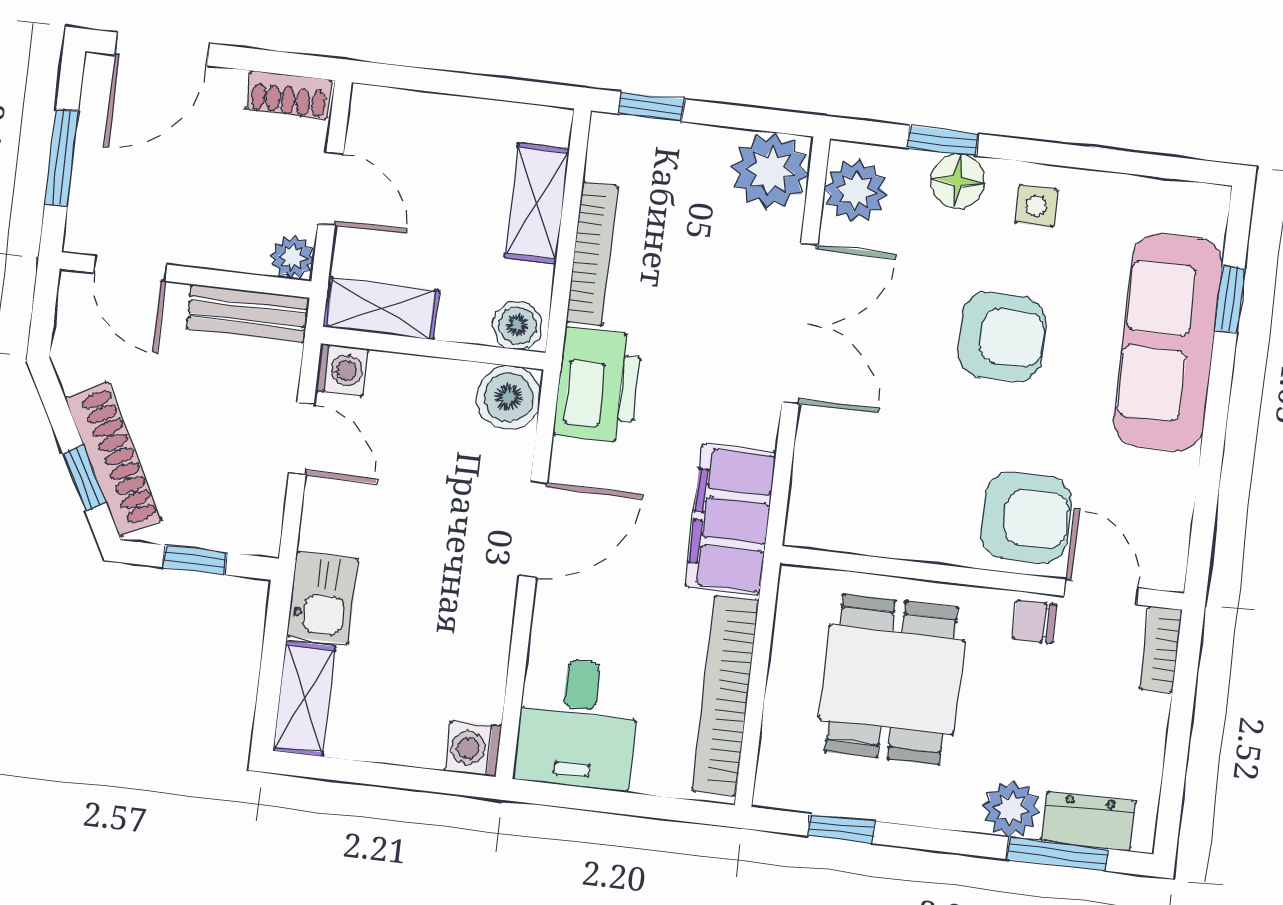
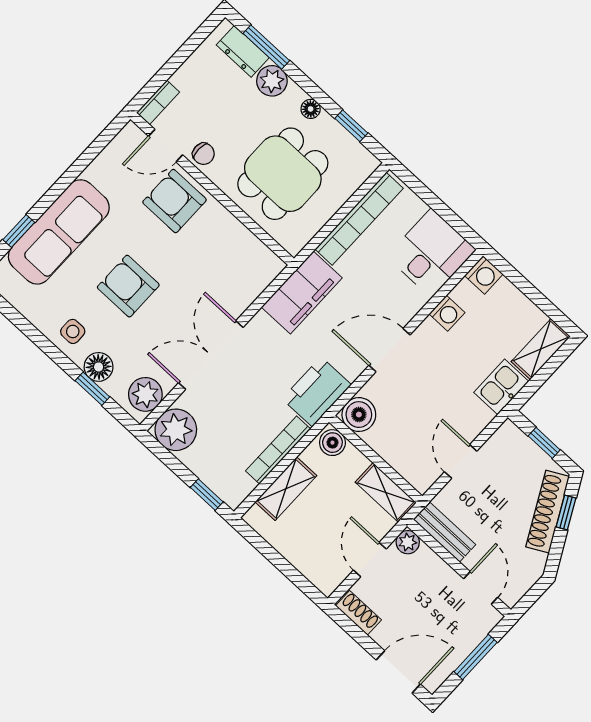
washing machine: (342, 370) -> (447, 313), moved, turned 180
door: (1101, 592) -> (165, 146), hinge flipped
floor lamp: (921, 809) -> (311, 109), added

